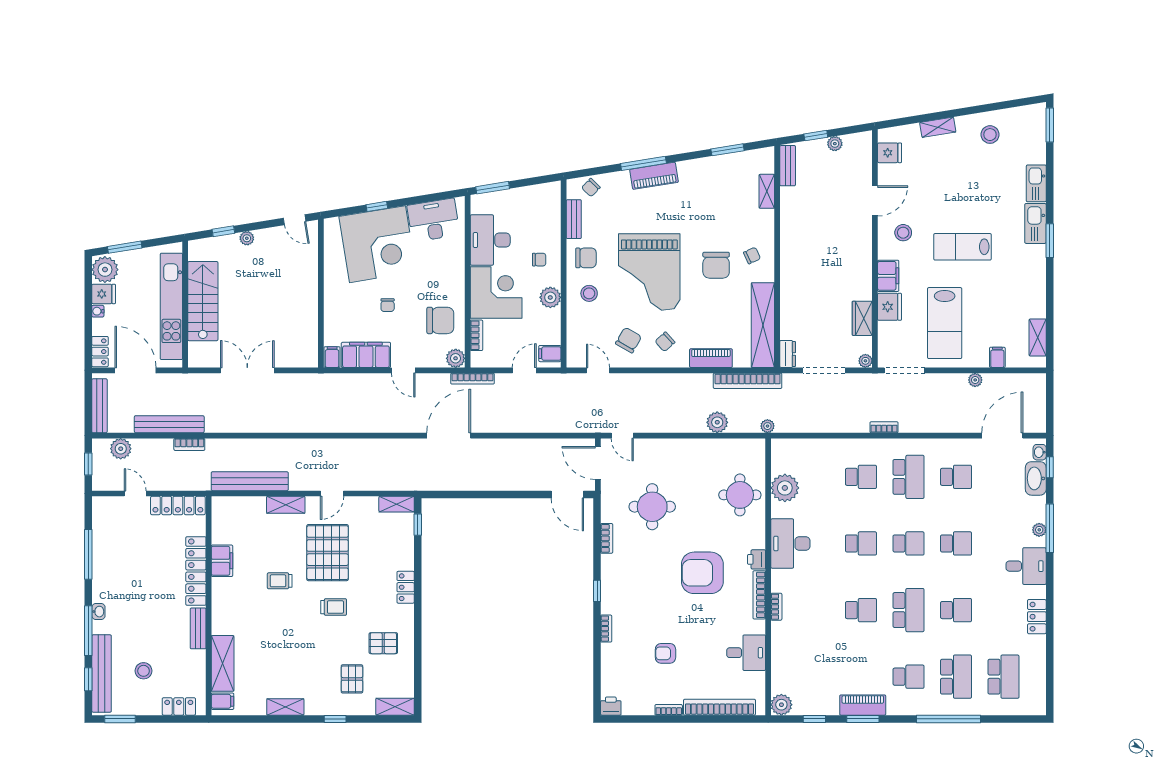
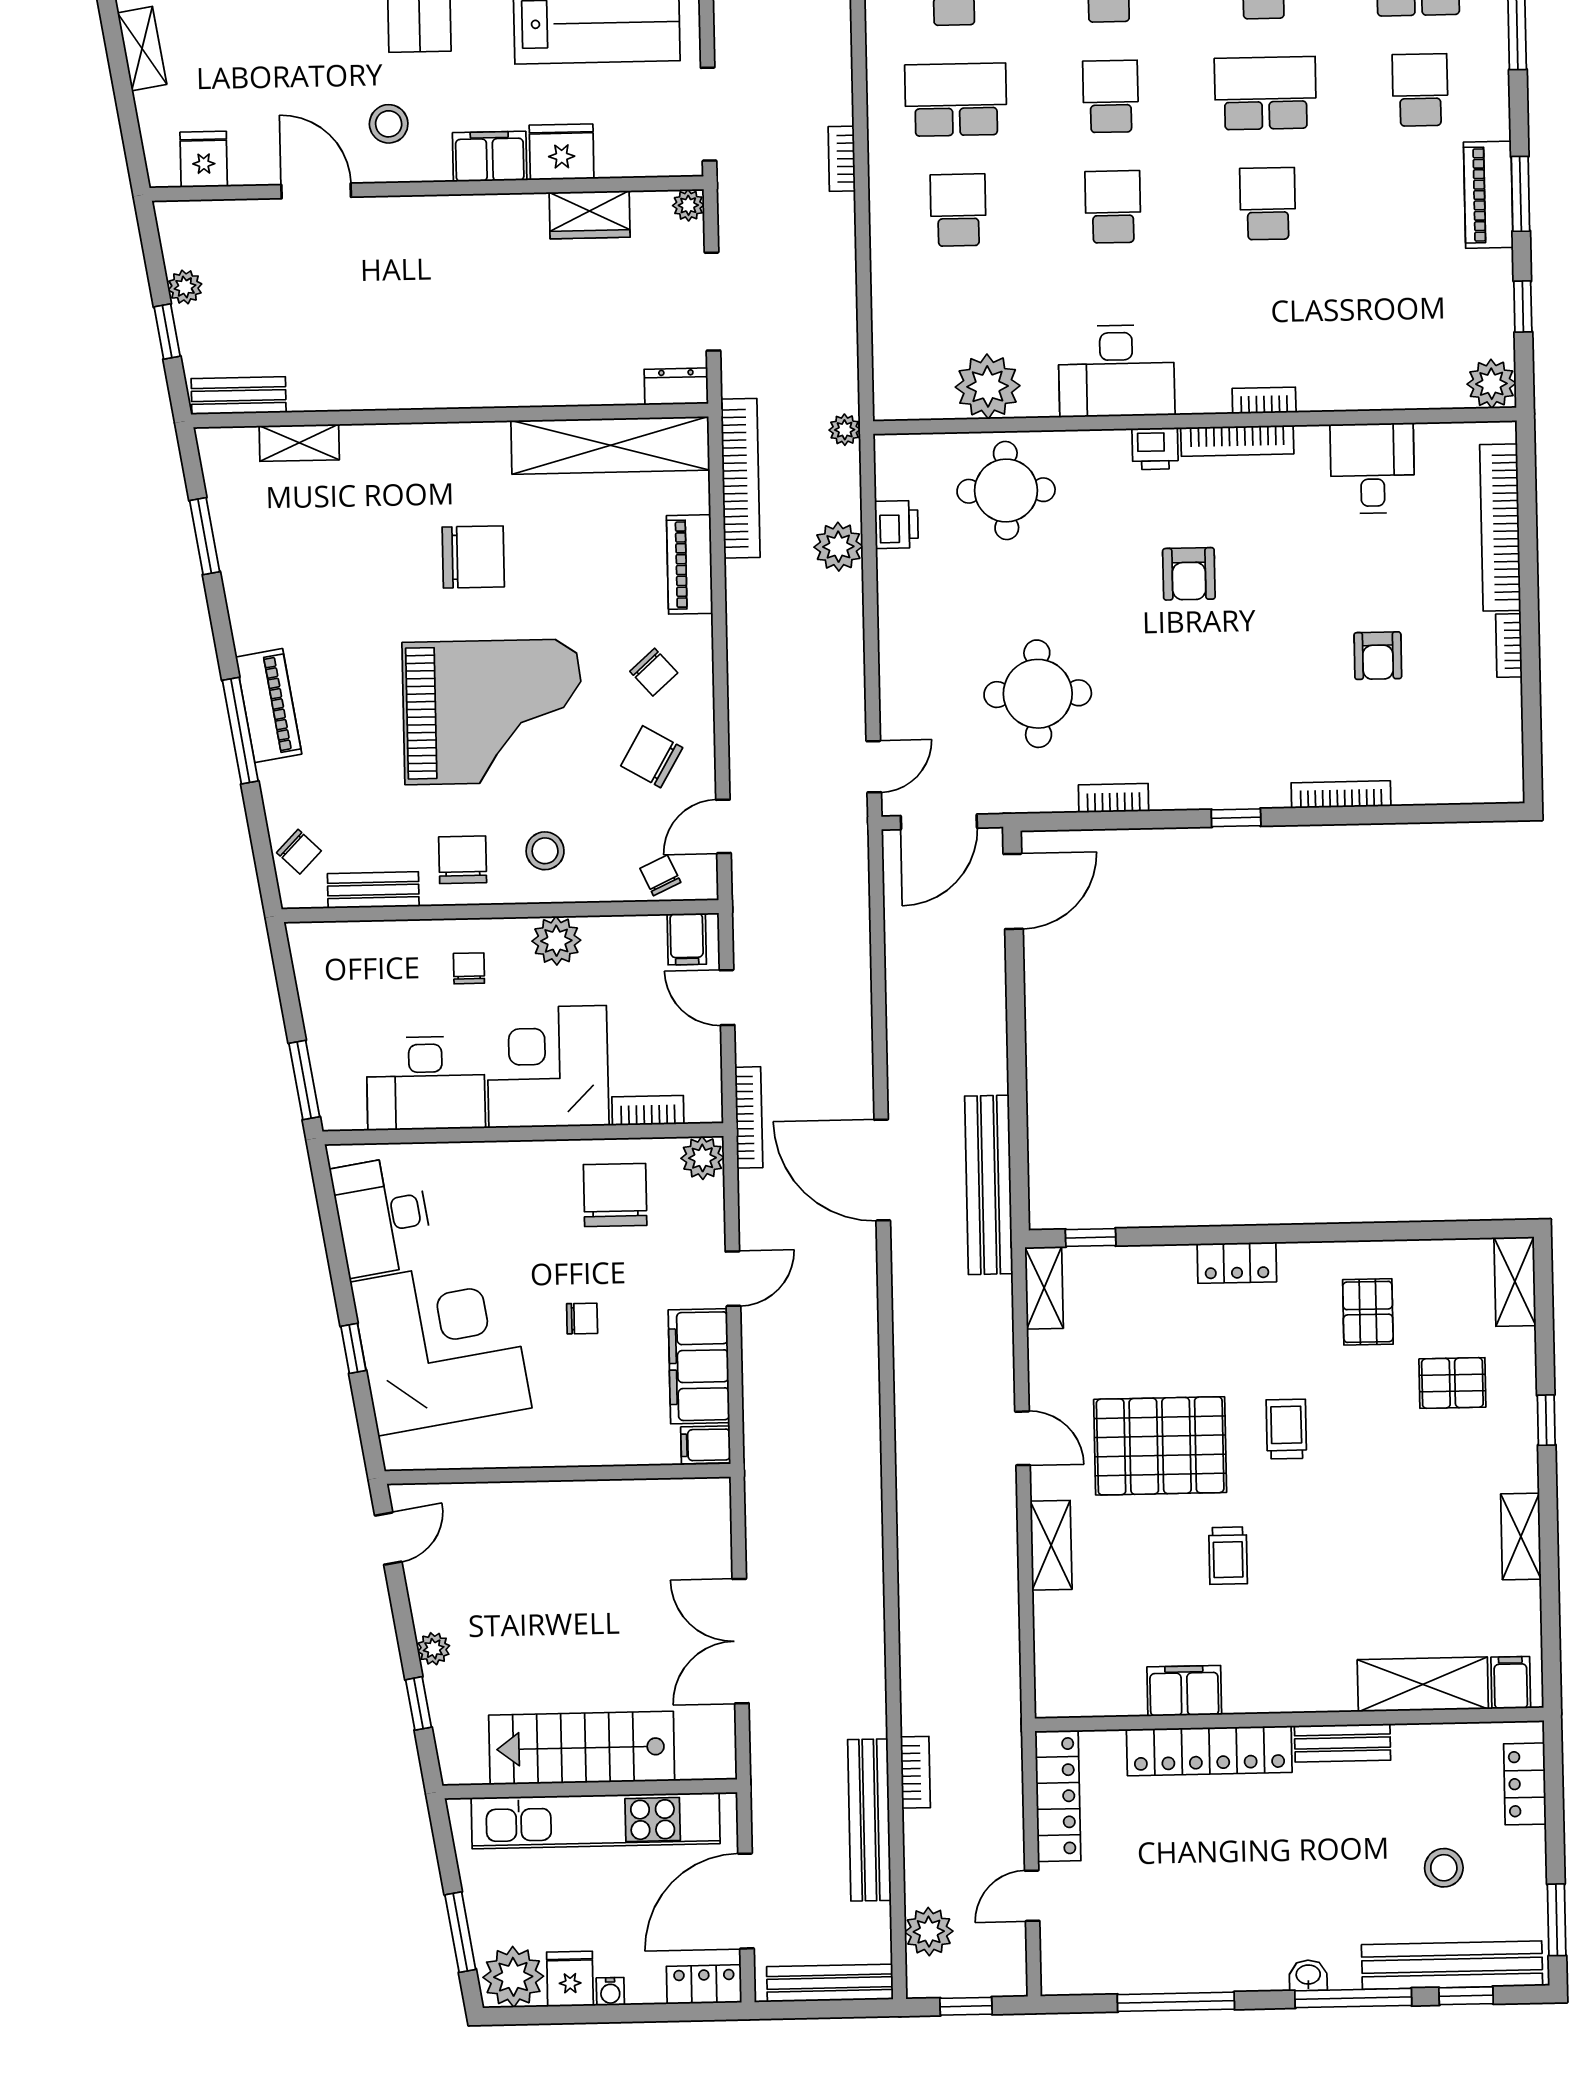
chair: (752, 256) -> (660, 875), moved
bench: (250, 481) -> (989, 1185), moved
armchair: (702, 573) -> (1189, 574), width x0.53, depth x0.53
bookcase: (606, 629) -> (1341, 794), width x1.56
printer: (611, 706) -> (896, 525), moved, turned 180

